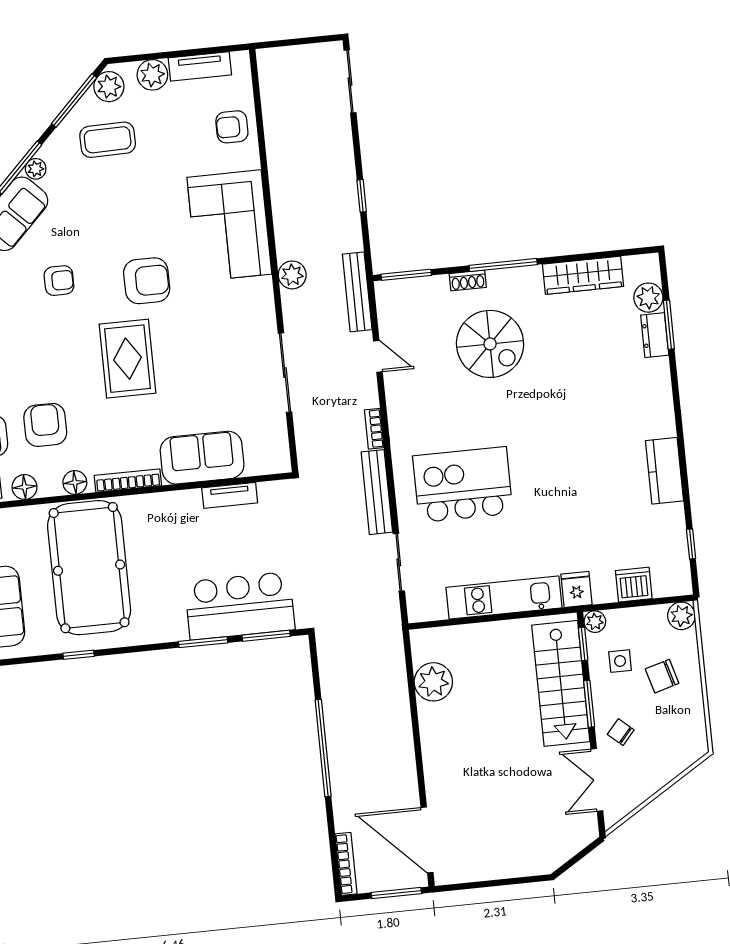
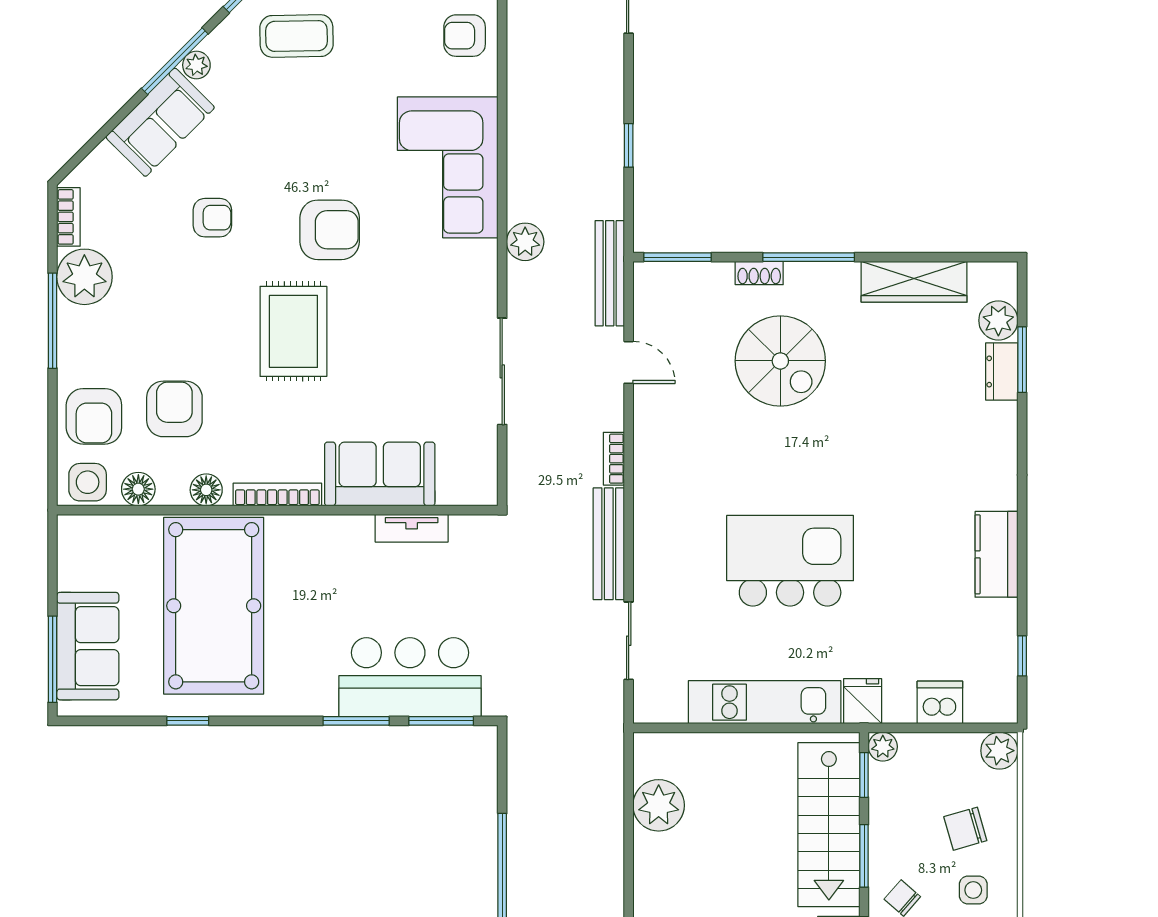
kitchen island: (463, 485) -> (790, 561), moved
side table: (620, 661) -> (973, 890), moved

